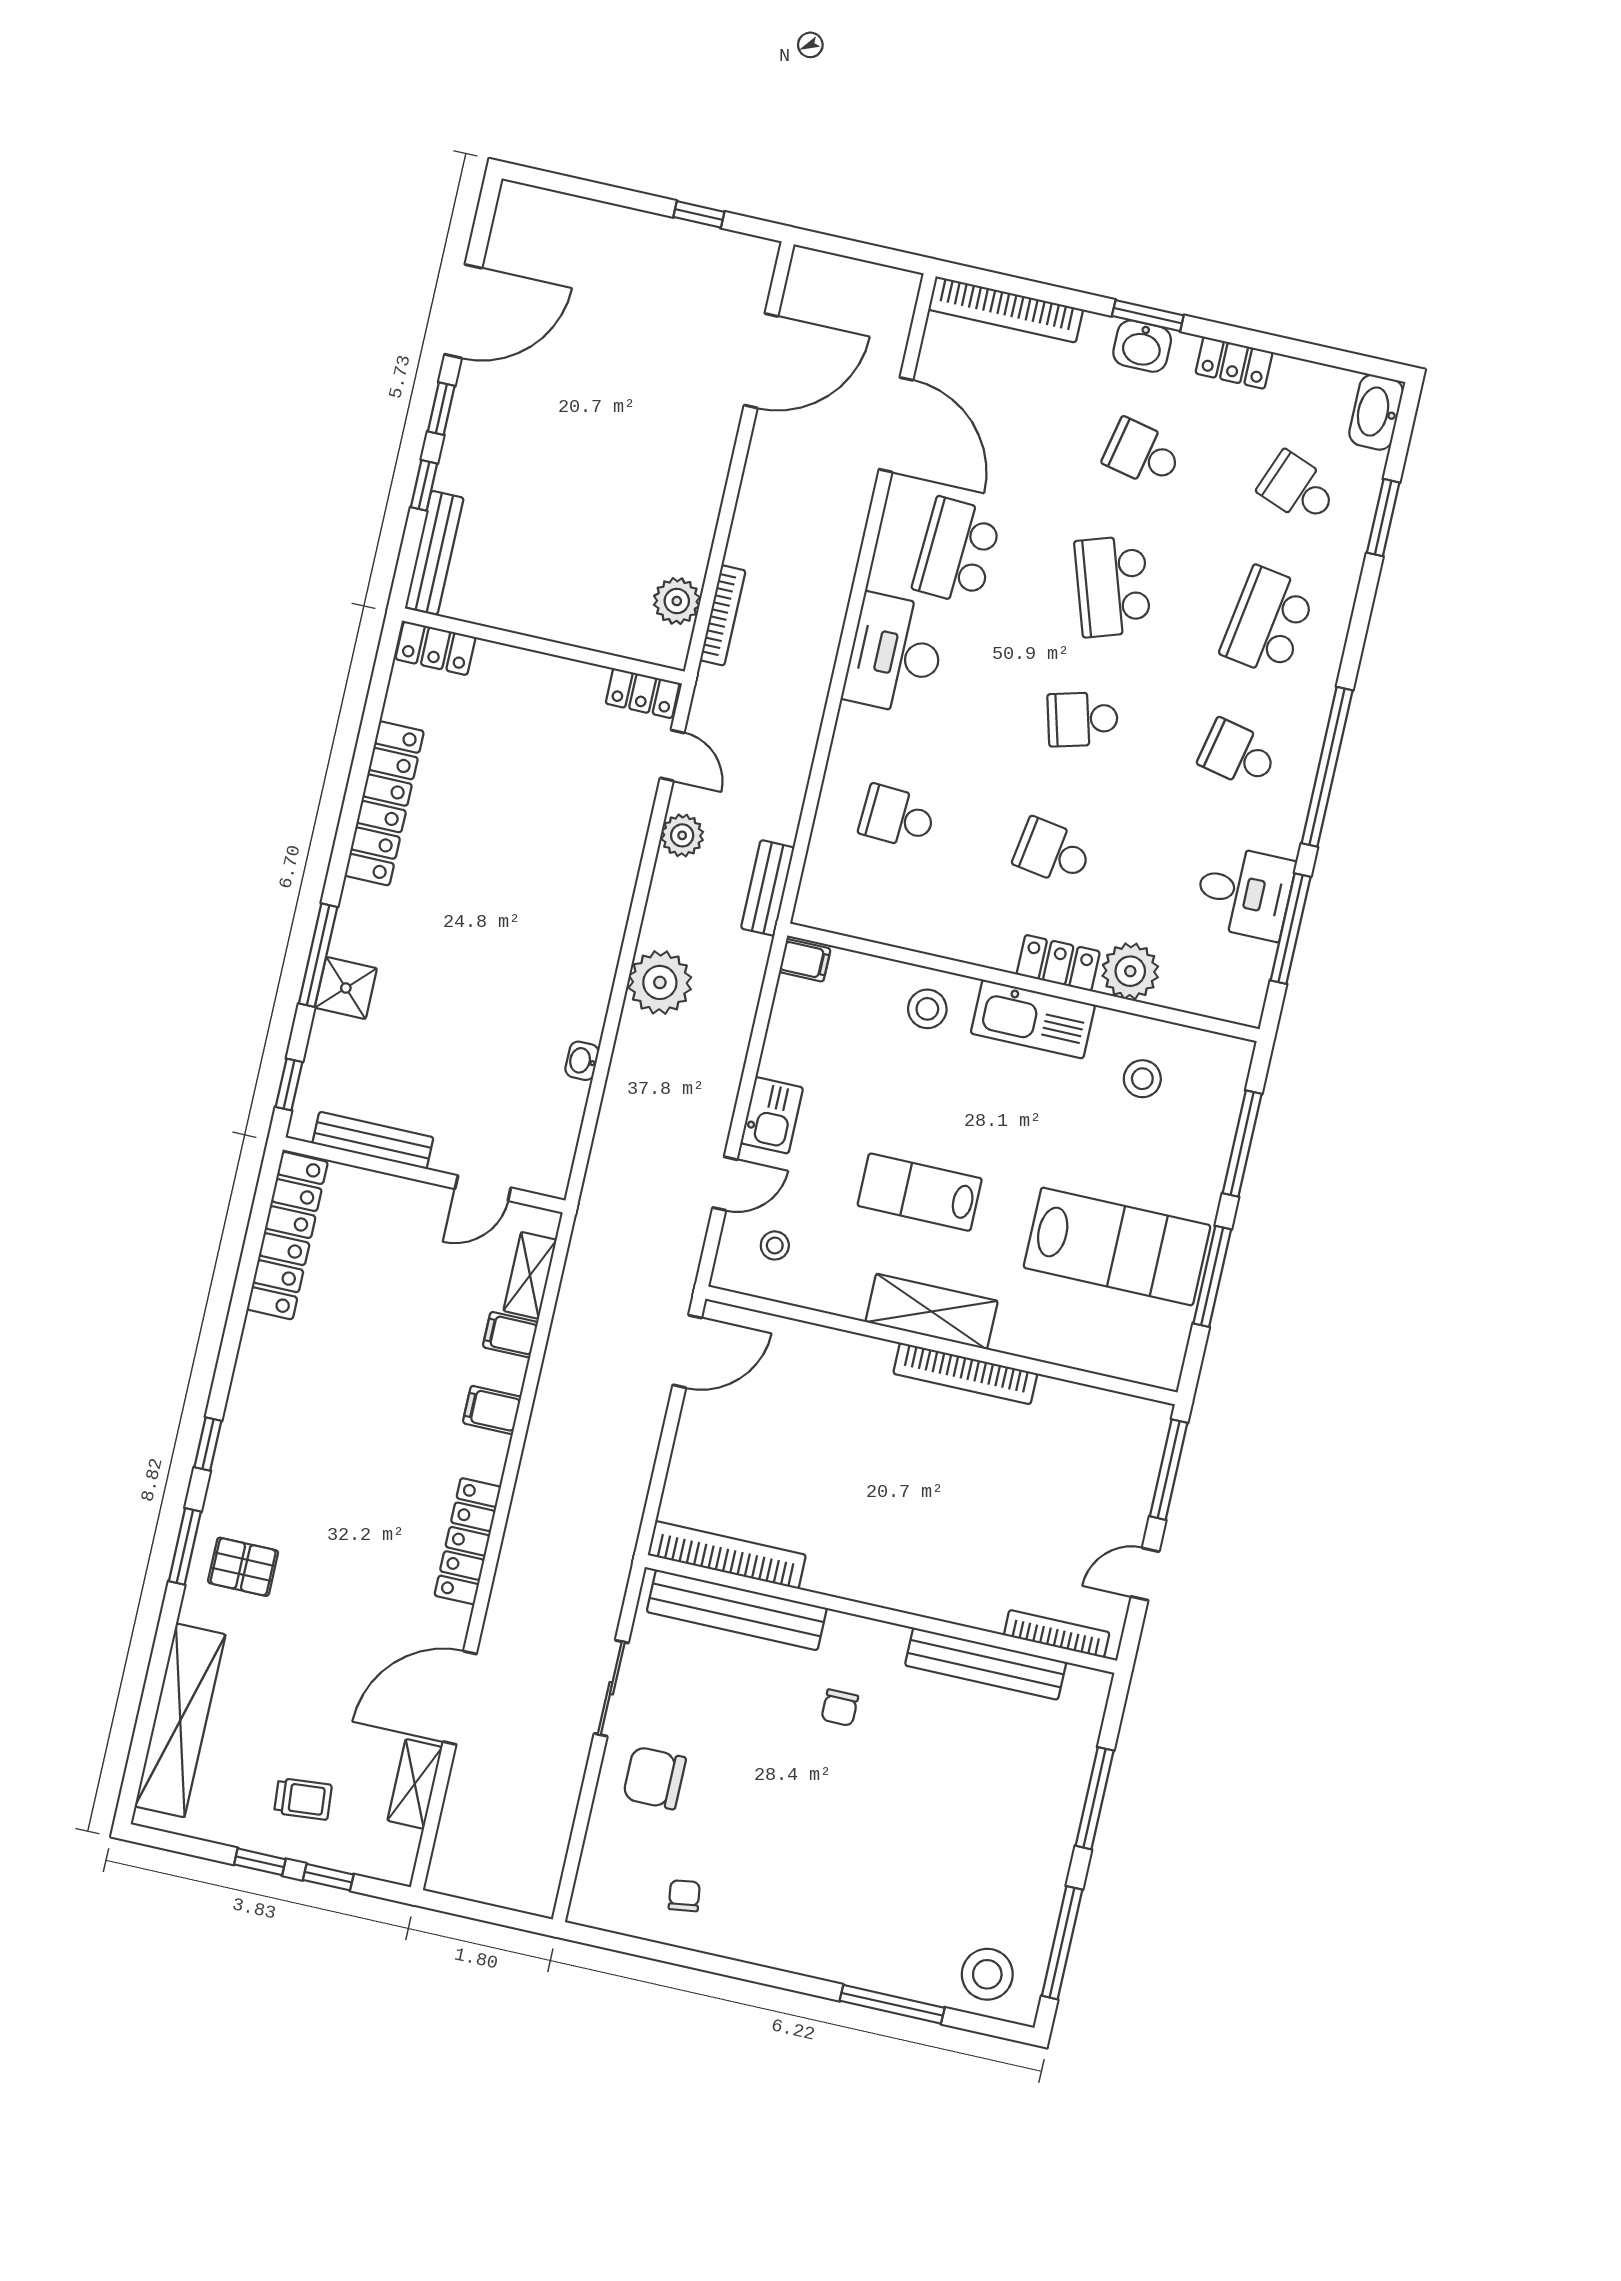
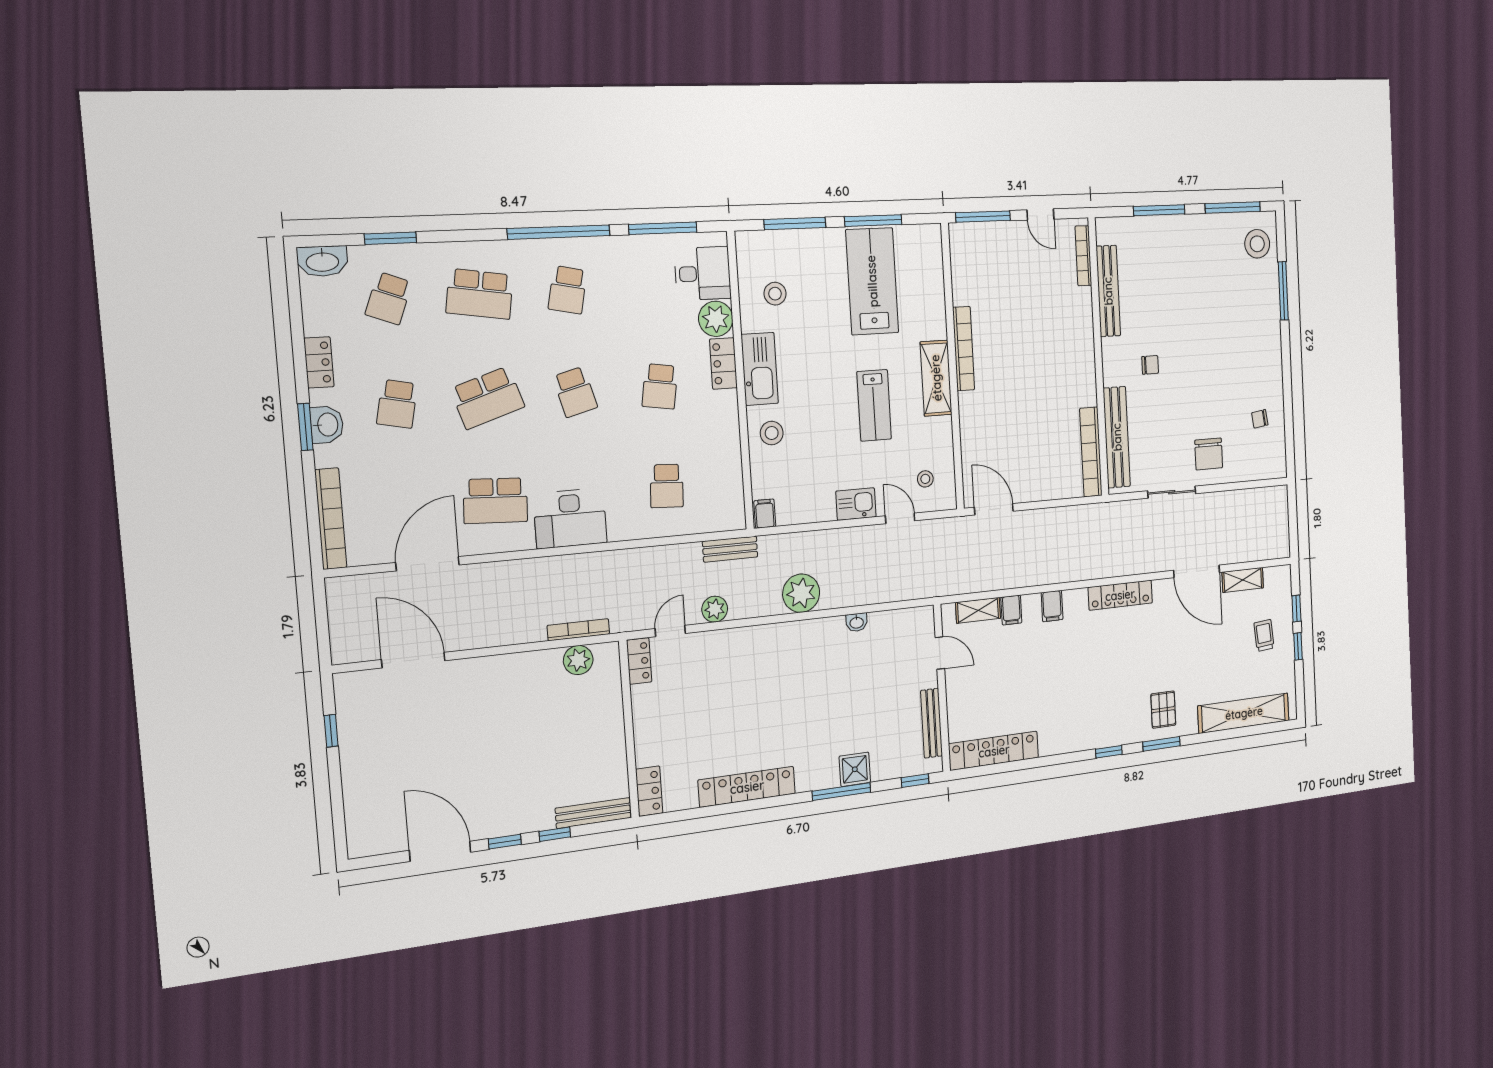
desk: (1244, 892) -> (703, 273), moved, turned 90

